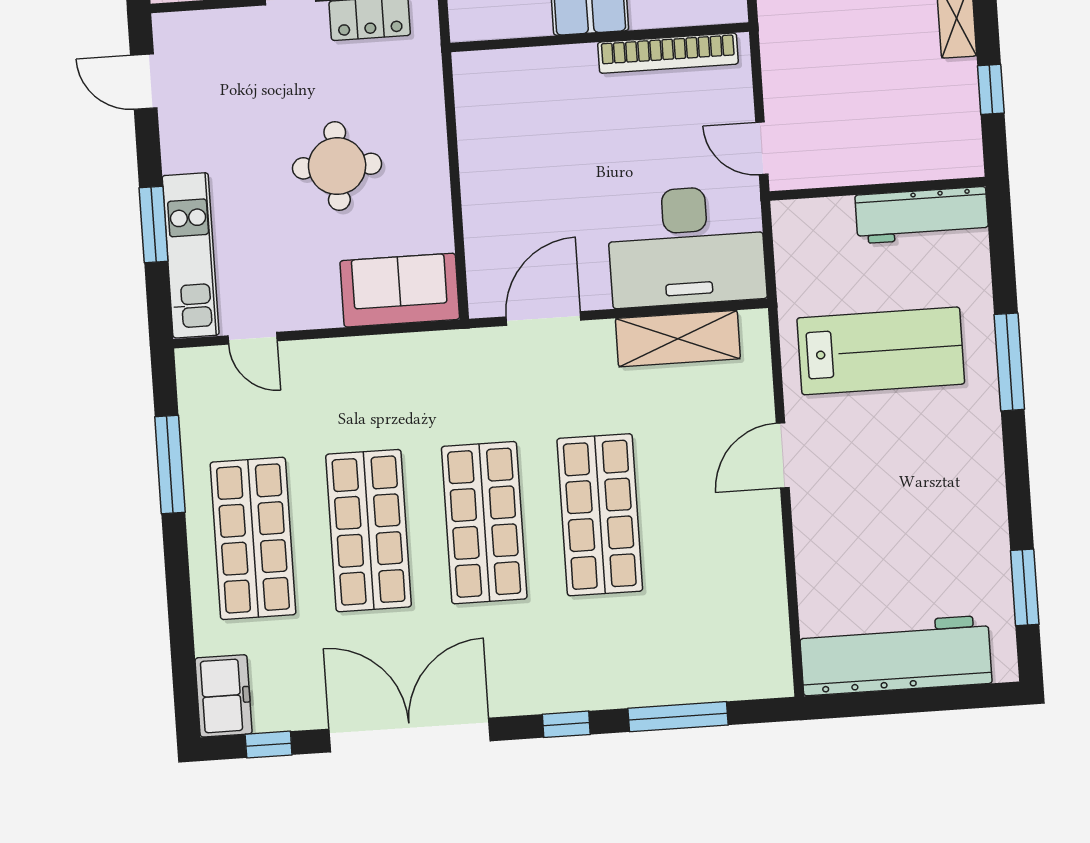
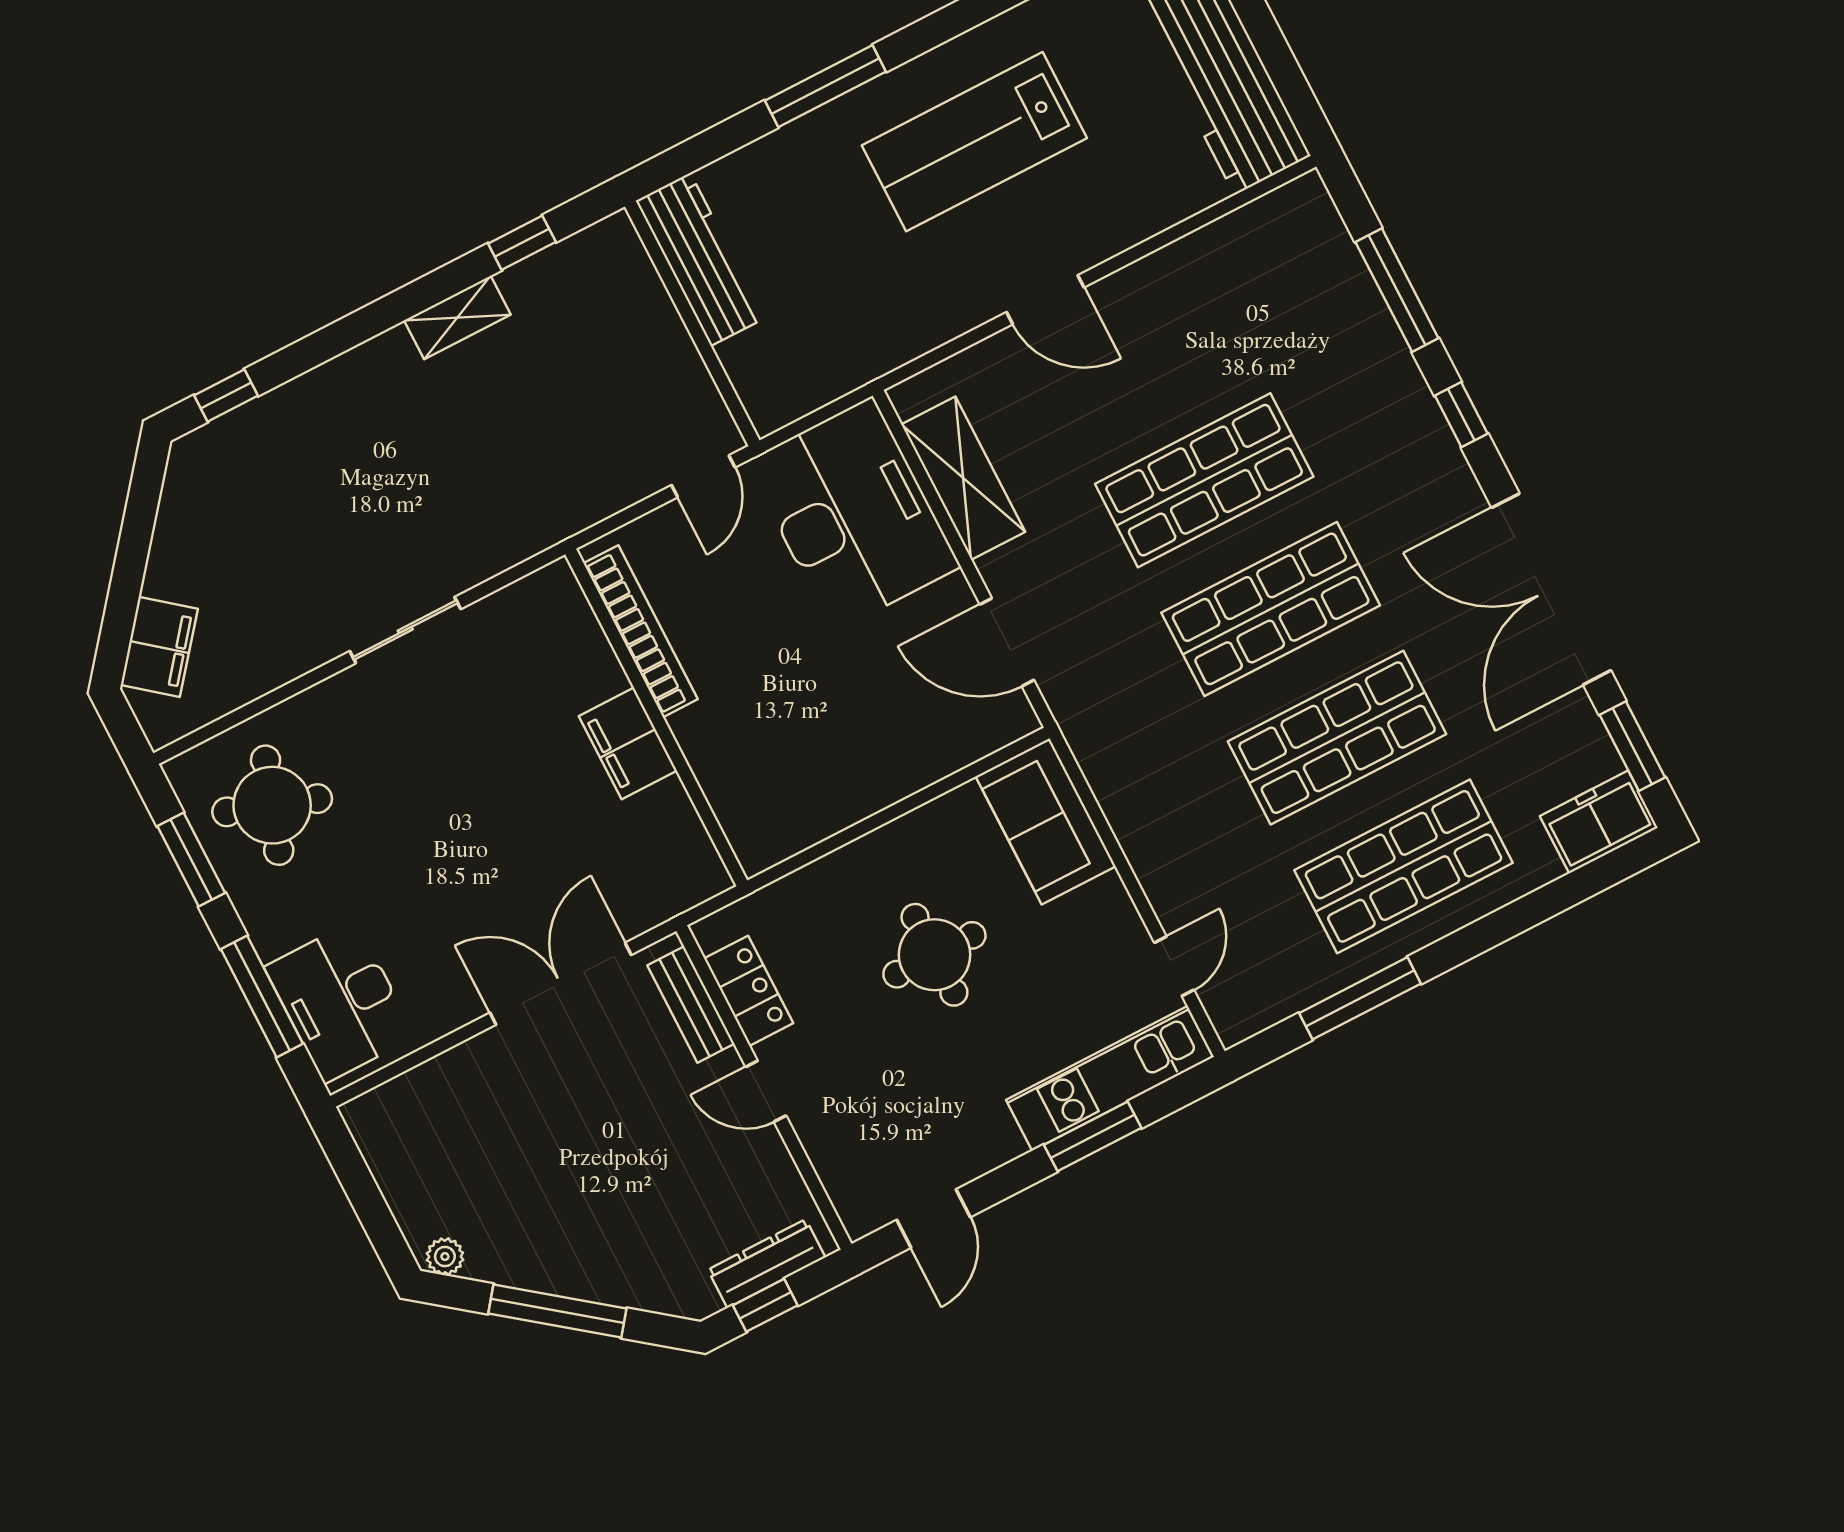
lab bench: (881, 351) -> (974, 142), moved, turned -90
window: (269, 745) -> (1632, 746), width x1.50

